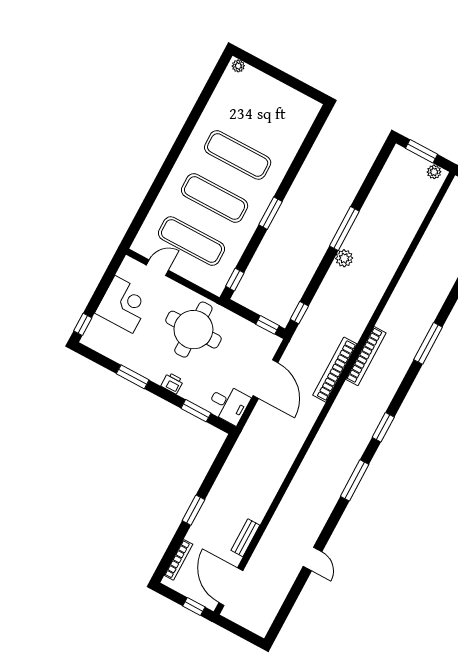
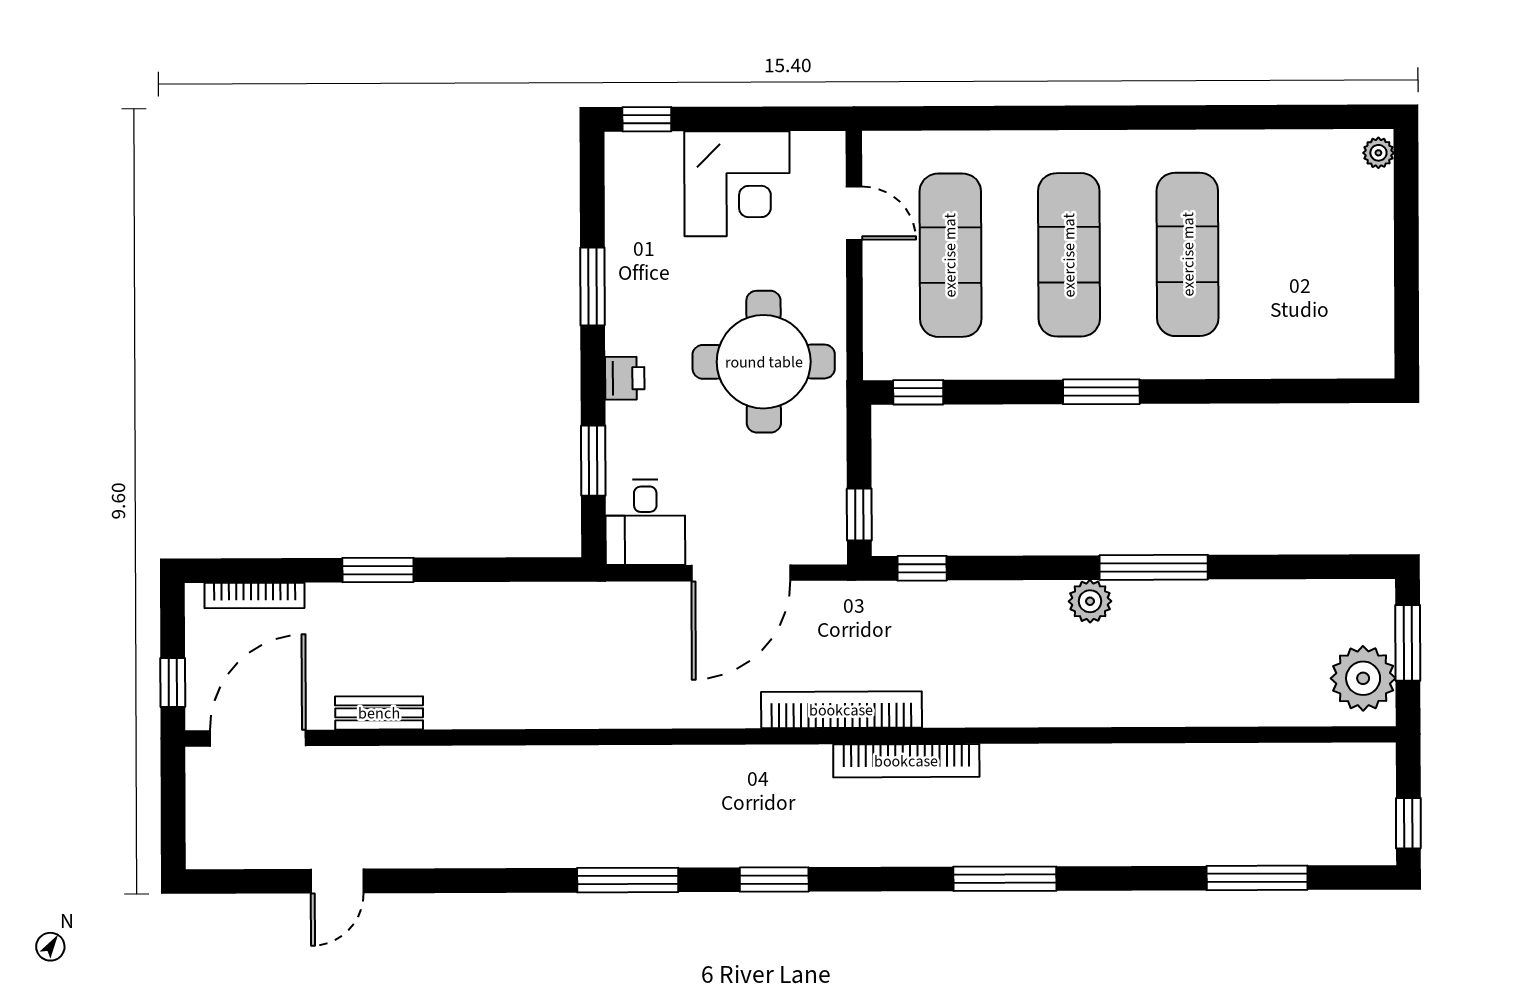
plant: (434, 172) -> (1363, 678), width x1.87, depth x1.87
door: (312, 559) -> (337, 881), moved

